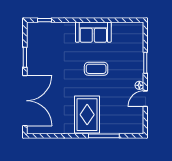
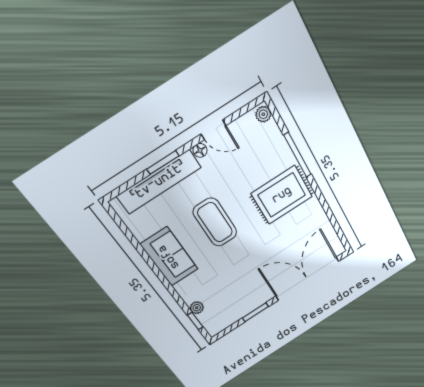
plant: (52, 26) -> (197, 308), added
tv unit: (137, 54) -> (159, 182), added
coffee table: (96, 69) -> (215, 222), width x1.36, depth x1.32
plant: (137, 129) -> (263, 114), added

